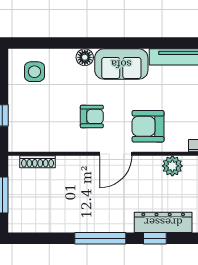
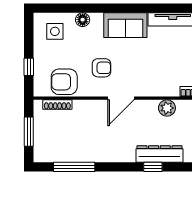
floor lamp: (85, 57) -> (83, 20), moved
armchair: (148, 126) -> (64, 82), moved
window: (100, 238) -> (74, 167), moved

